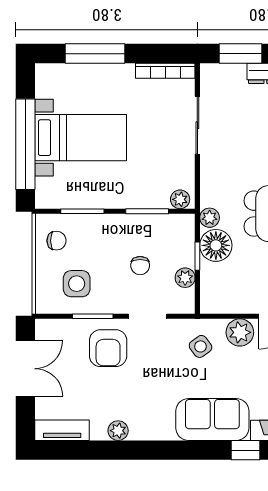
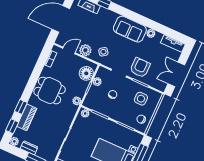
floor lamp: (216, 245) -> (86, 73), moved
sofa: (212, 420) -> (130, 29), moved

